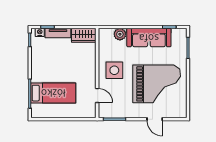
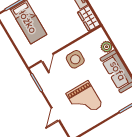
grand piano: (157, 84) -> (84, 99), width x0.73, depth x0.68

